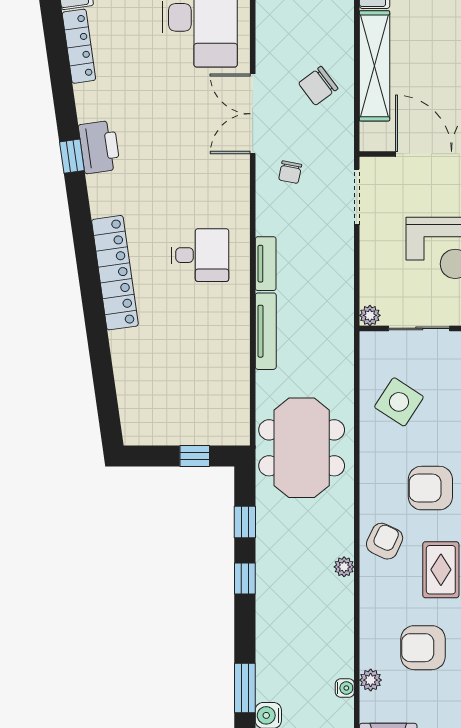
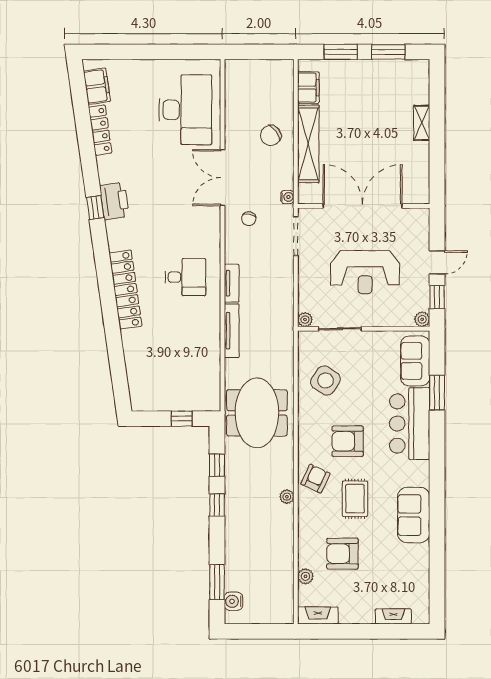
chair: (318, 86) -> (271, 135), moved
water cooler: (345, 688) -> (287, 197), moved

